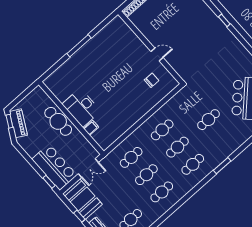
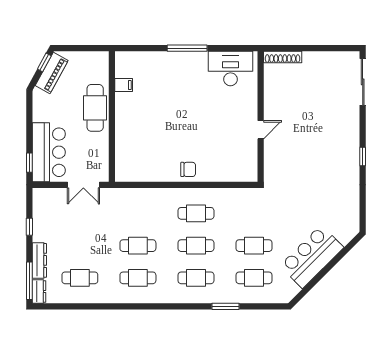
door: (157, 55) -> (261, 130), hinge flipped
chair: (152, 80) -> (188, 169), moved
desk: (81, 108) -> (230, 69), moved, turned 90
filing cabinet: (91, 128) -> (124, 85), moved
cafe table: (131, 157) -> (254, 278), moved
booth: (82, 199) -> (48, 212), removed

